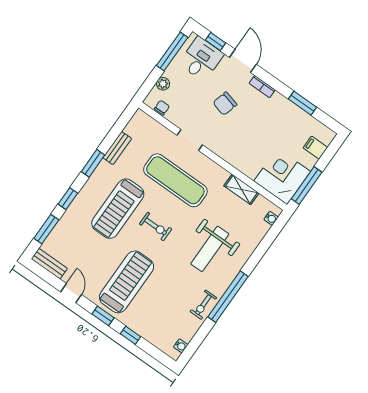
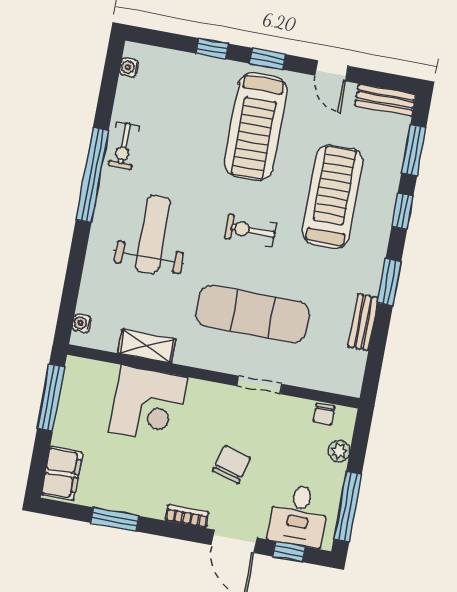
filing cabinet: (315, 148) -> (62, 473), width x2.00
corner desk: (282, 176) -> (149, 405), moved
treadmill: (118, 209) -> (333, 197), moved
exercise bike: (203, 305) -> (124, 146), turned 180

